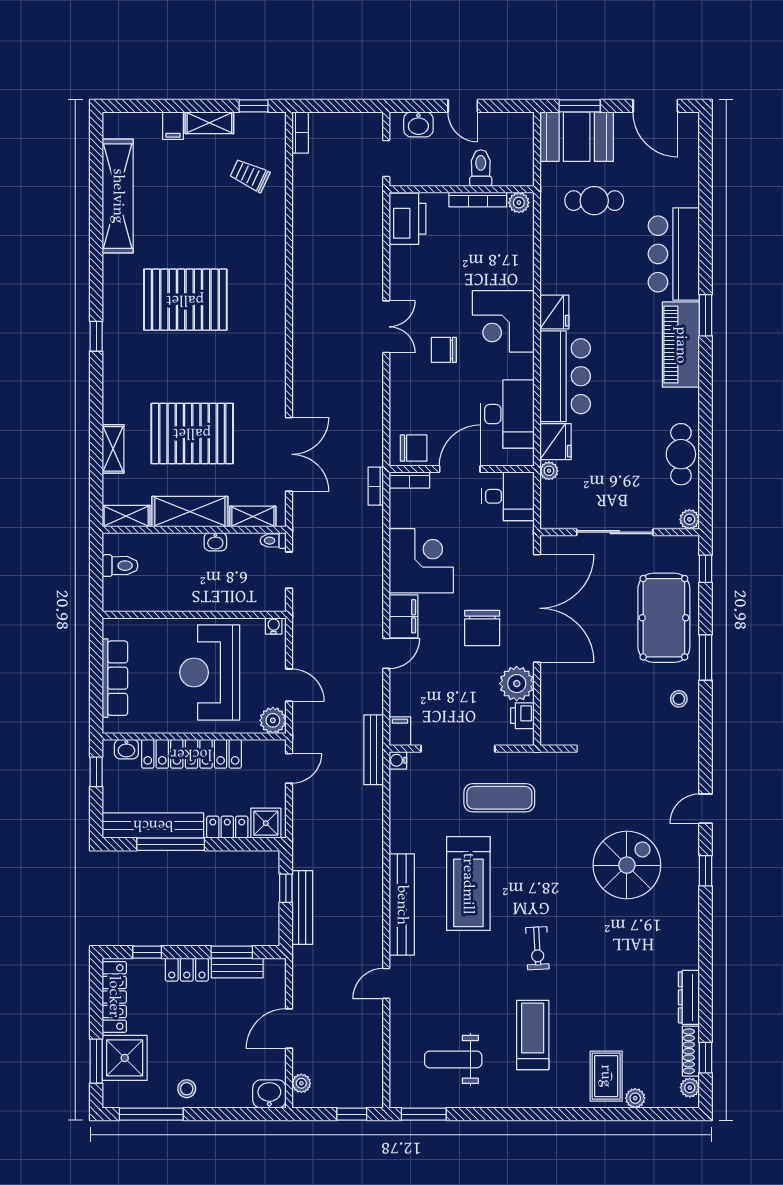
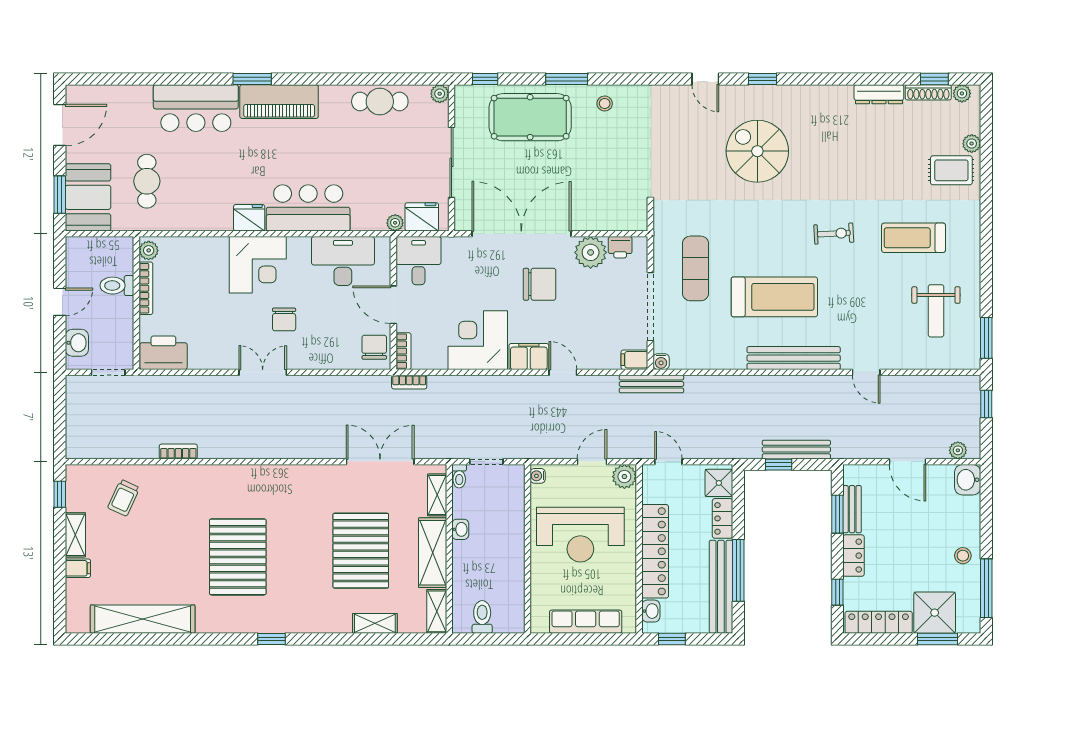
bookcase: (300, 133) -> (178, 451), moved
fridge: (555, 442) -> (422, 217), moved

